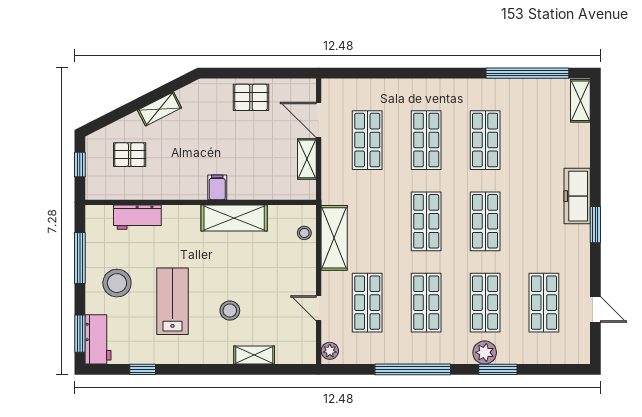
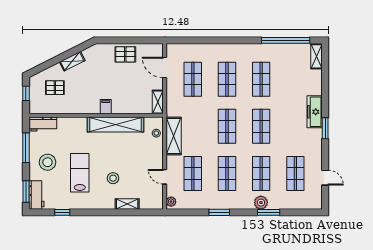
shelving: (307, 159) -> (158, 102), moved
workbench: (137, 217) -> (43, 124), moved
shelving: (234, 218) -> (116, 124), width x1.47
window: (413, 369) -> (219, 212), width x0.47

